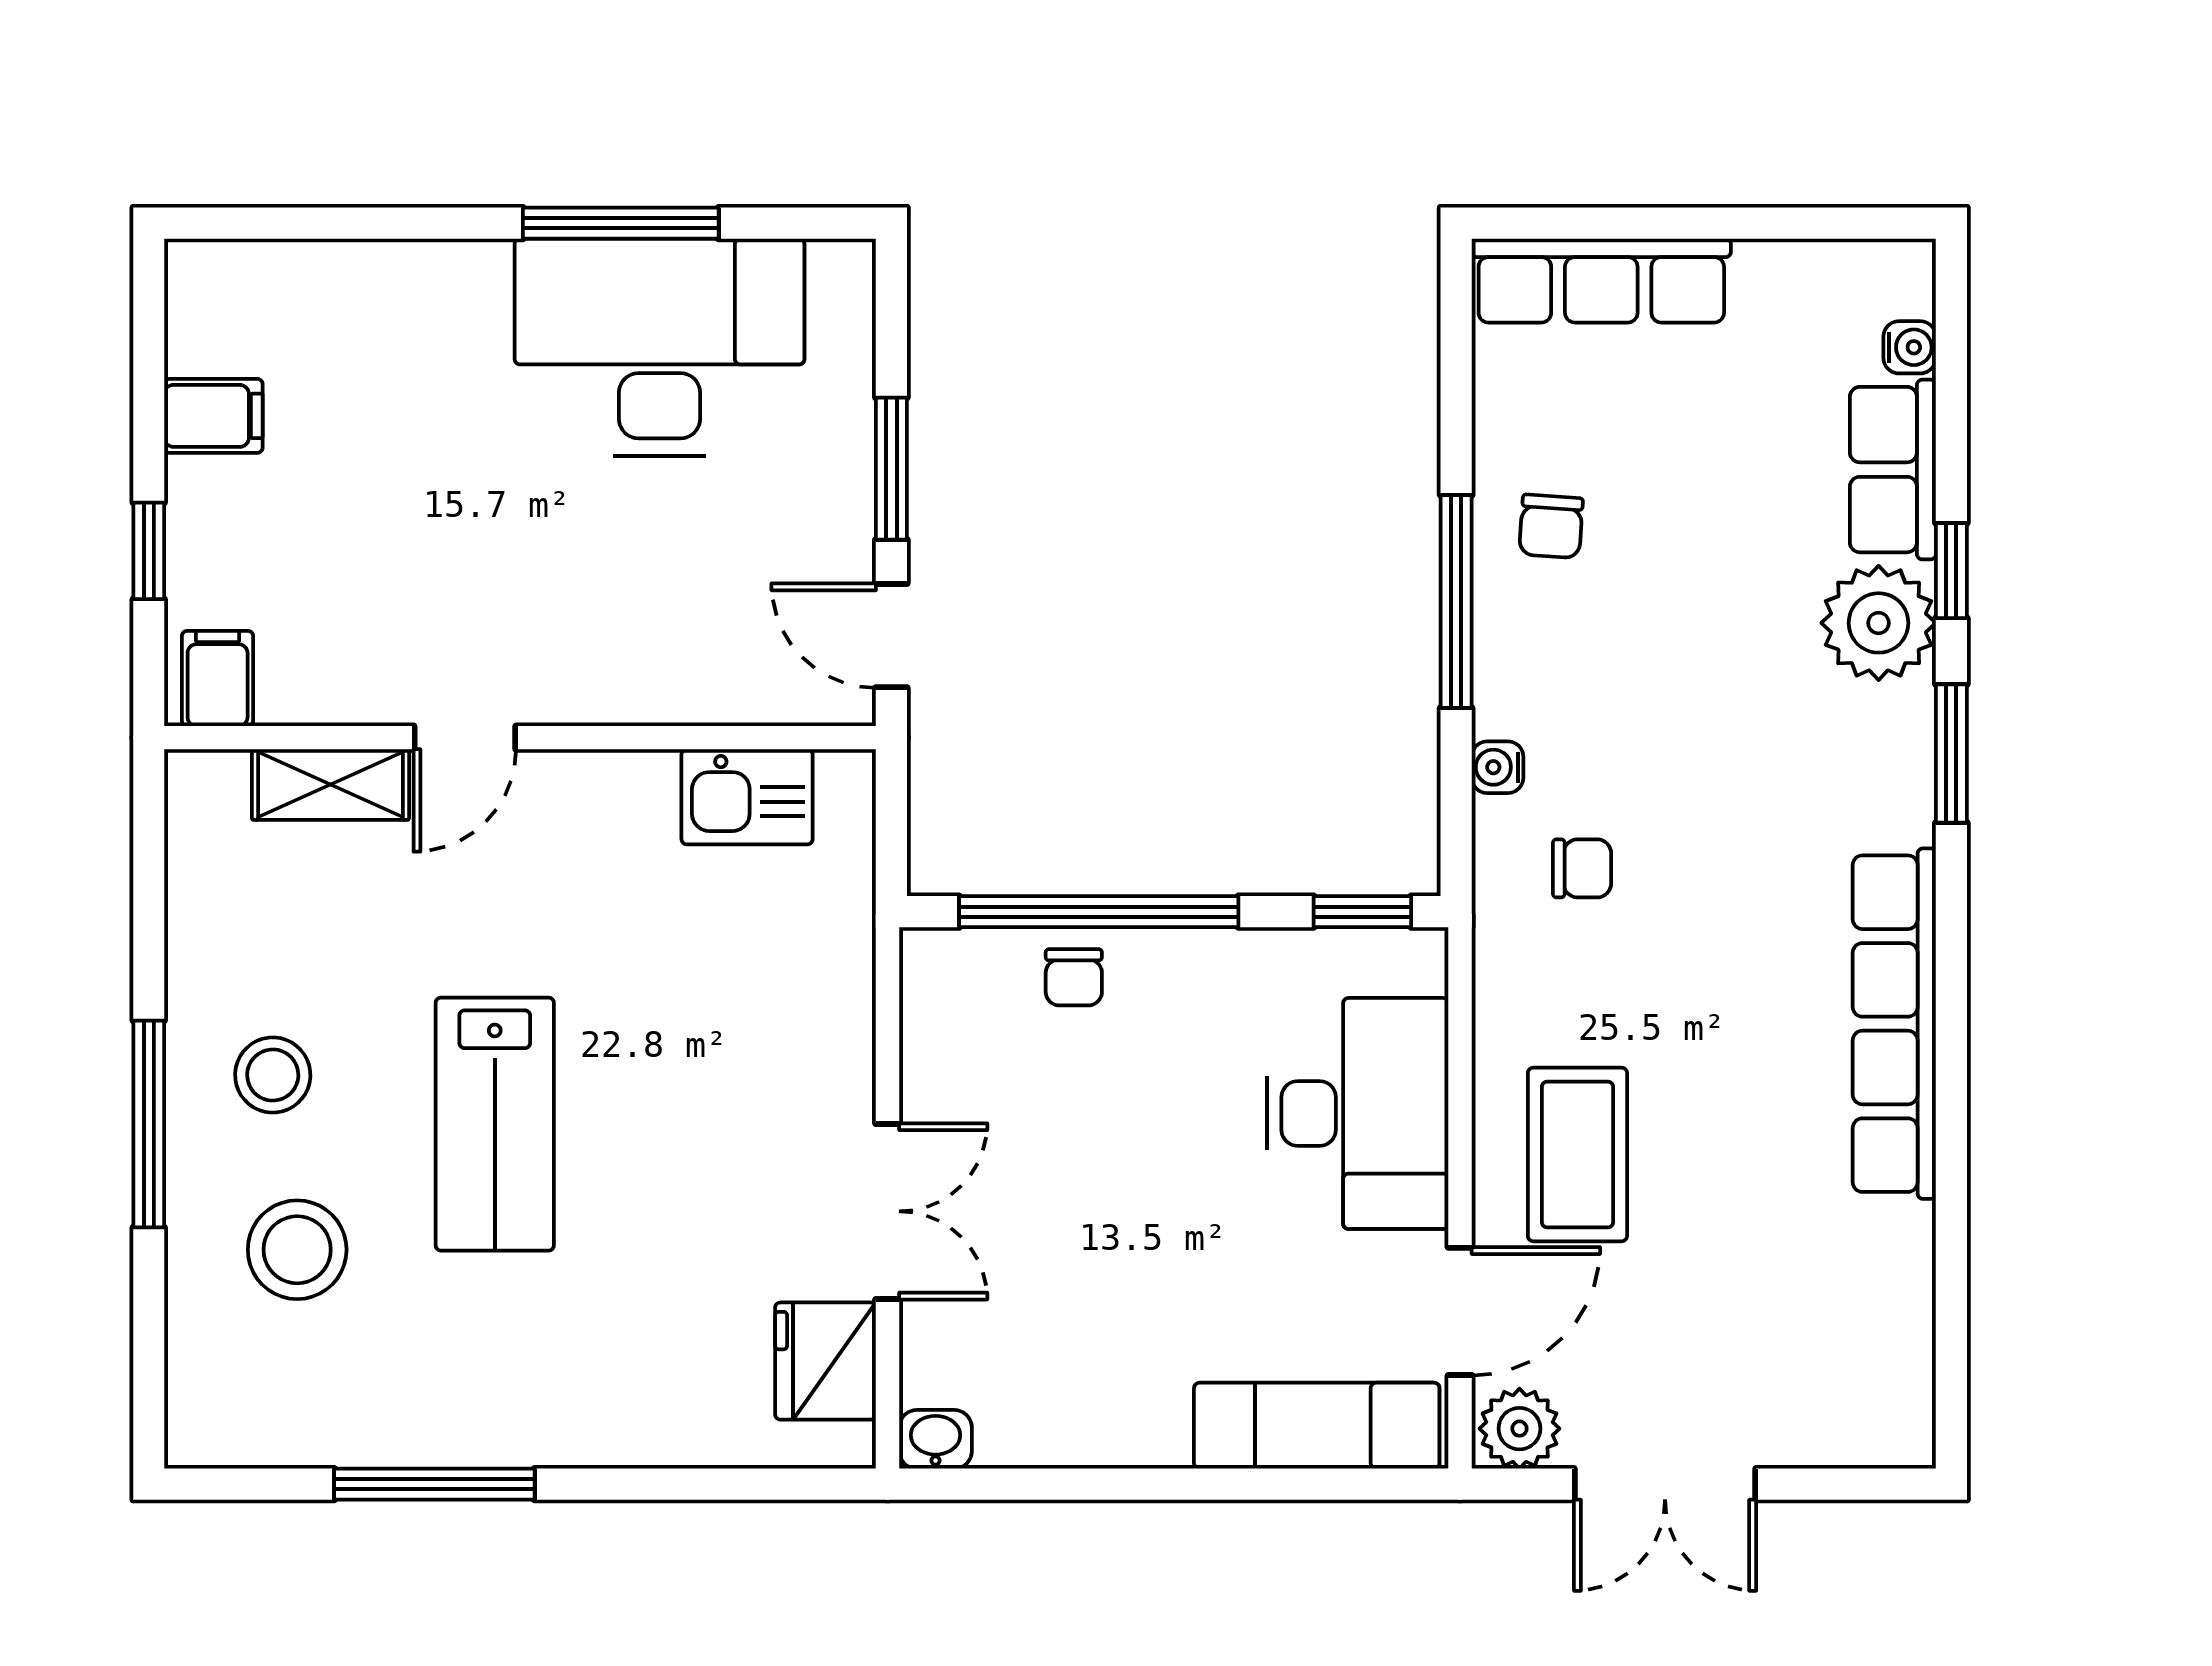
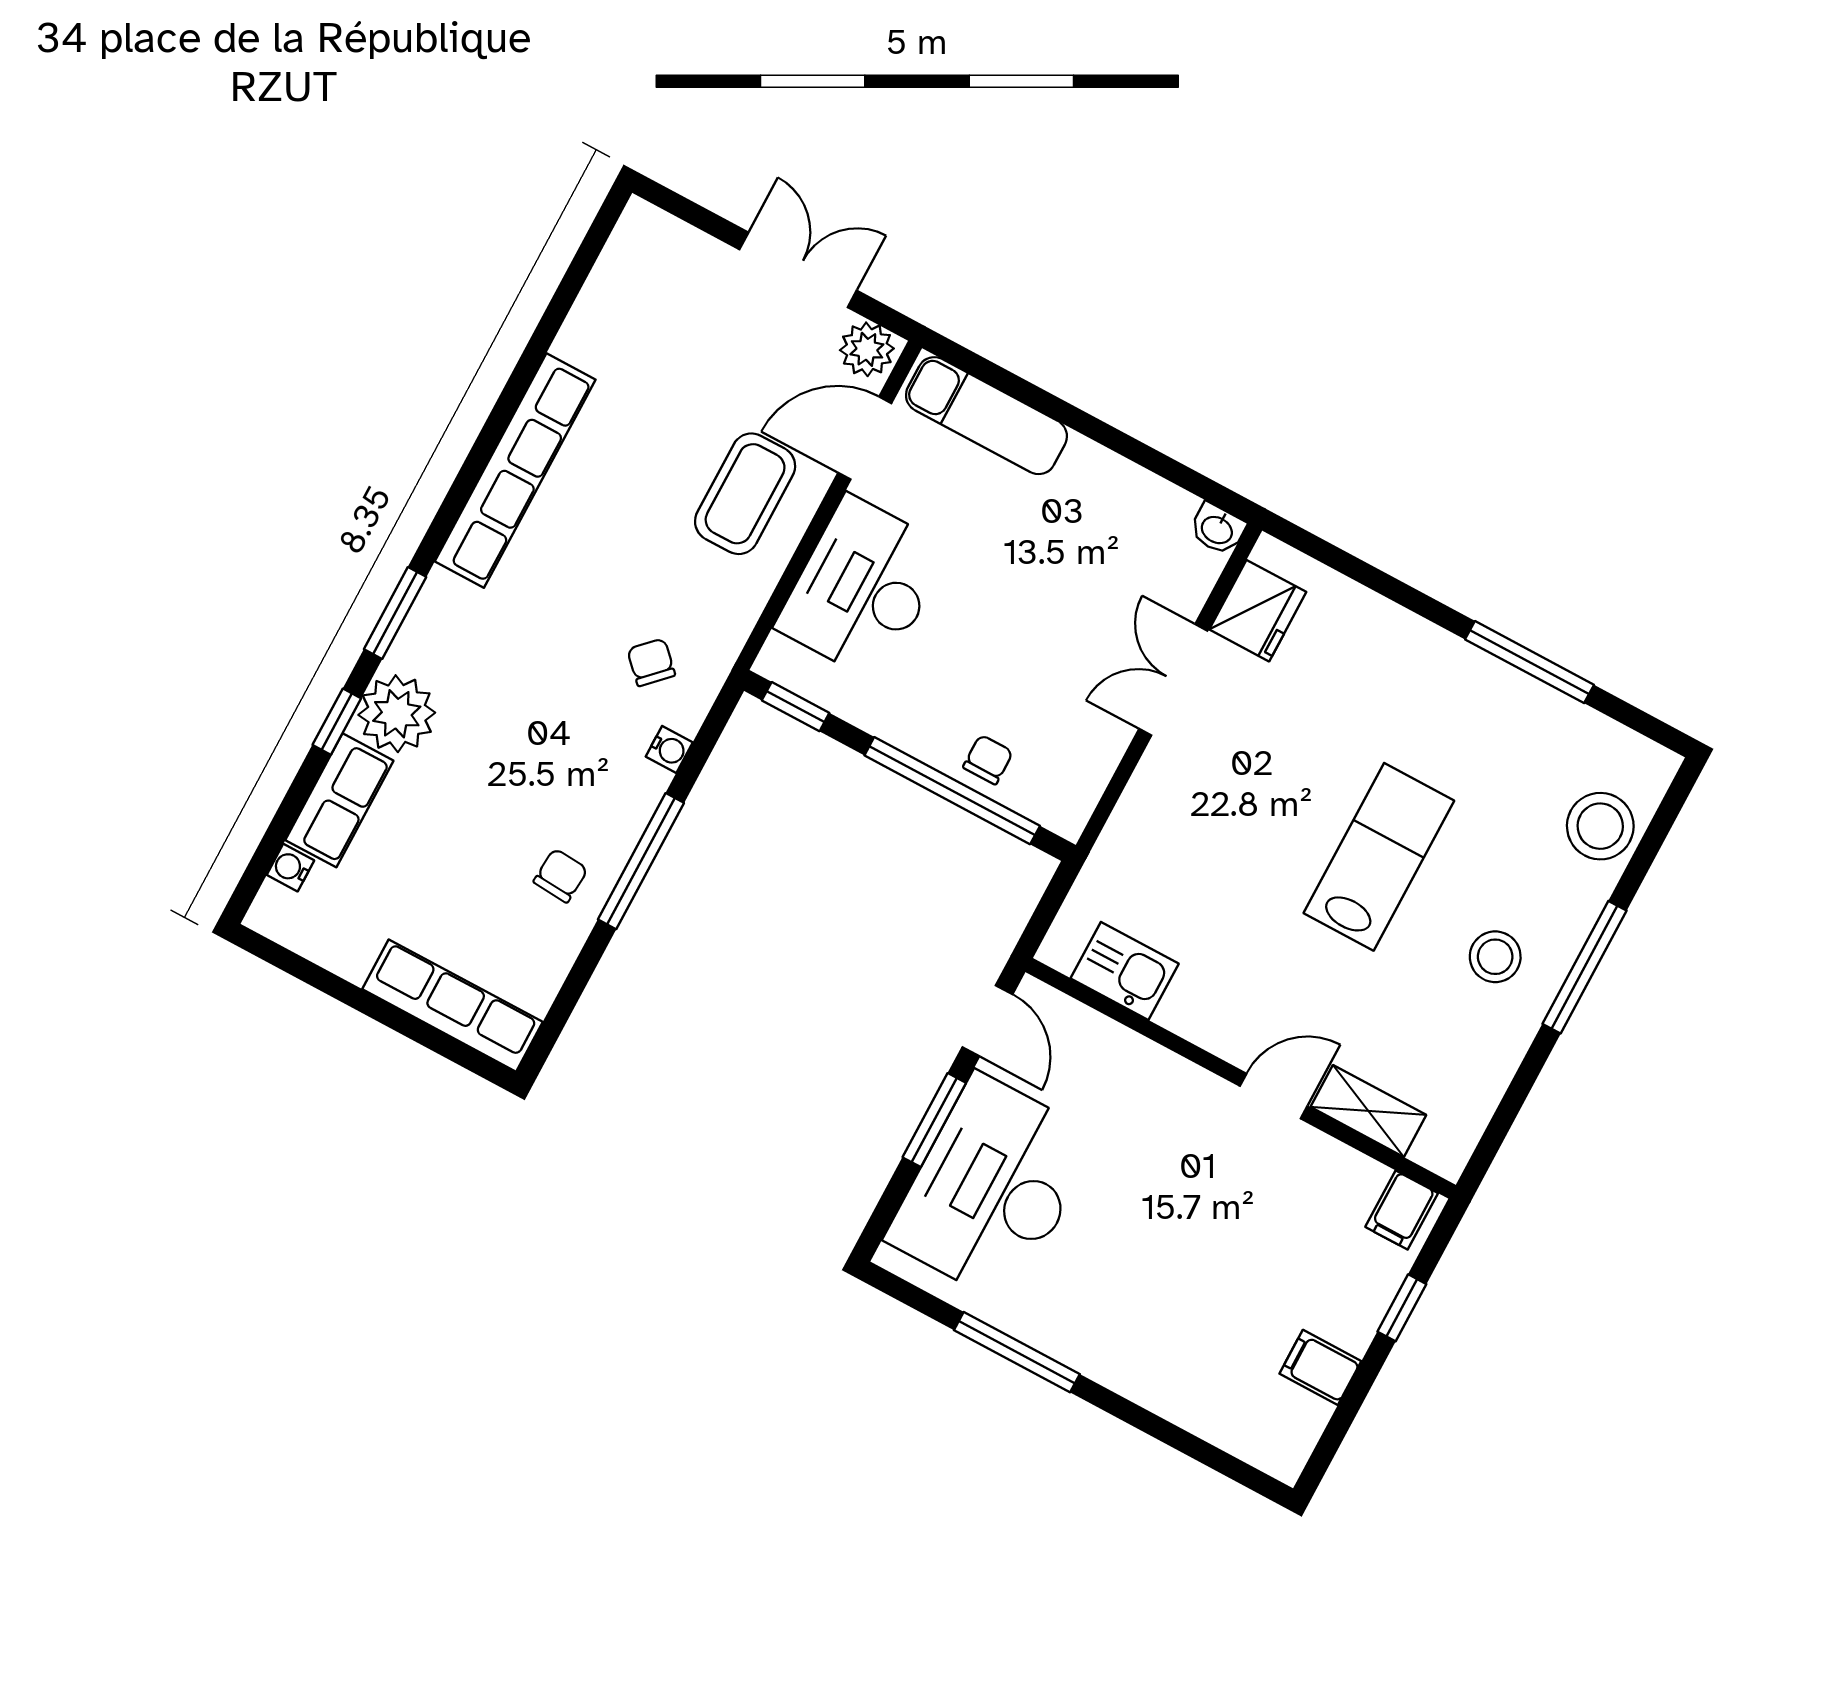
desk: (660, 347) -> (992, 1189), moved, turned 90
chair: (1582, 868) -> (651, 662), turned 45
stool: (297, 1250) -> (1600, 826), moved

